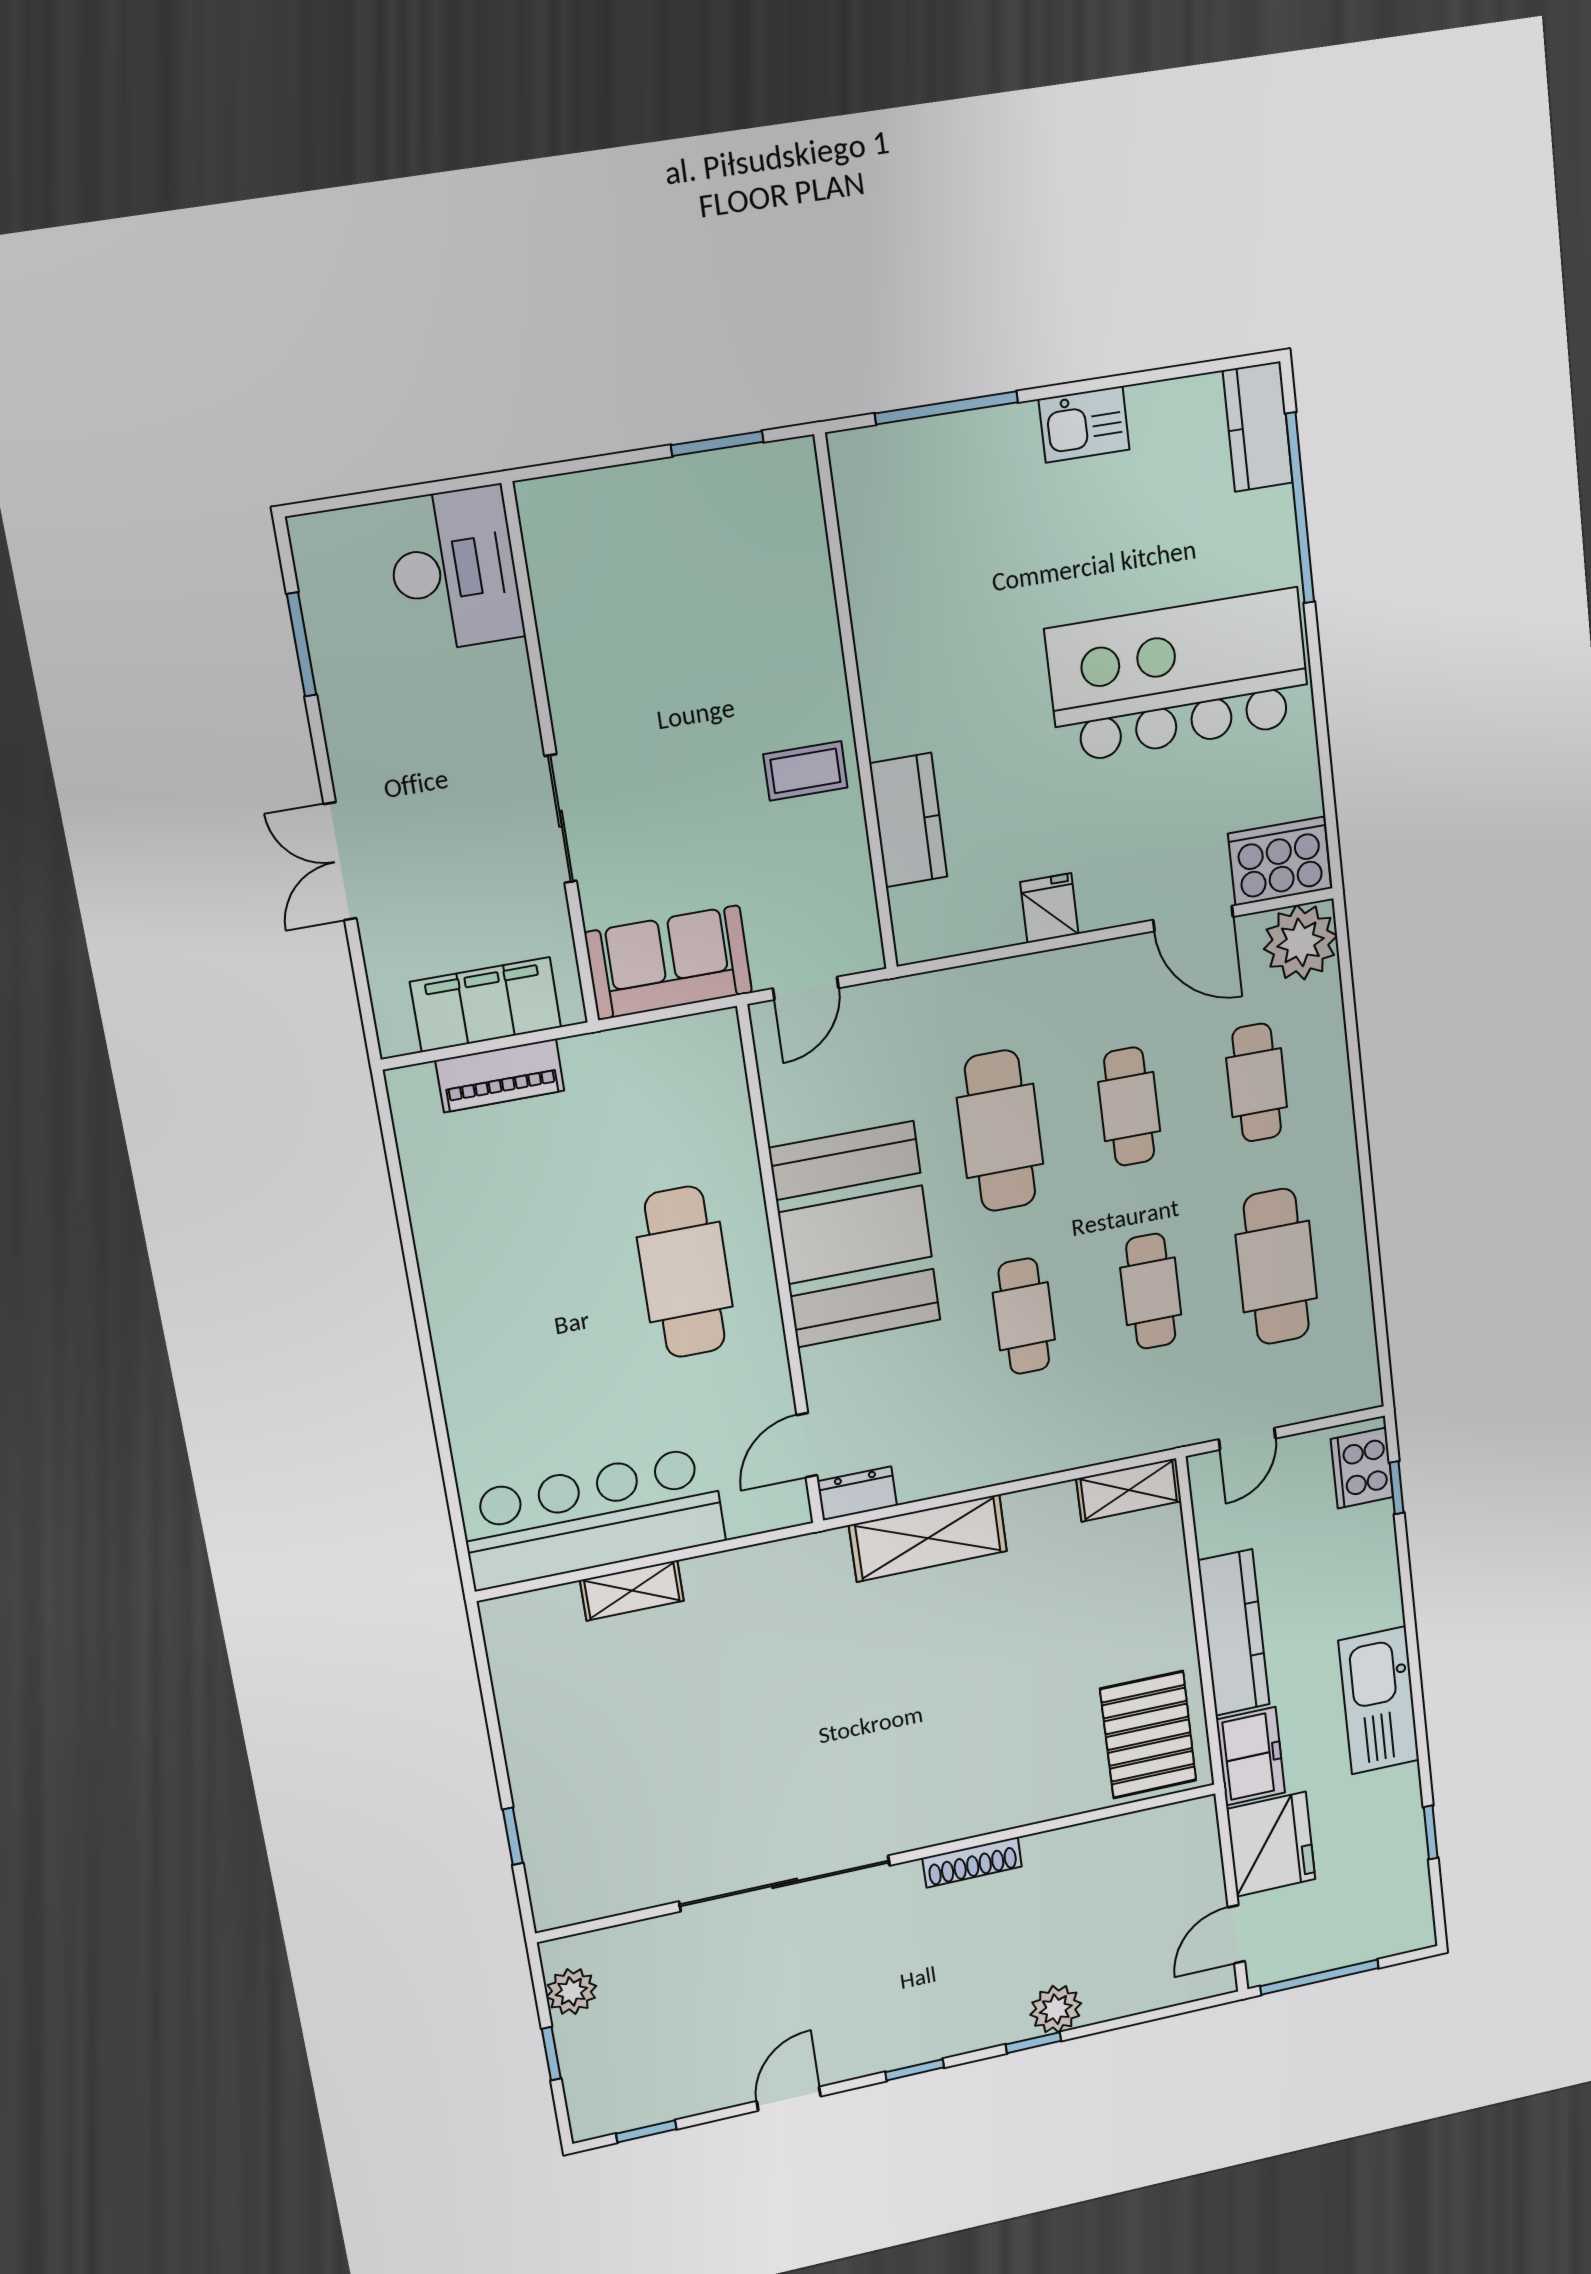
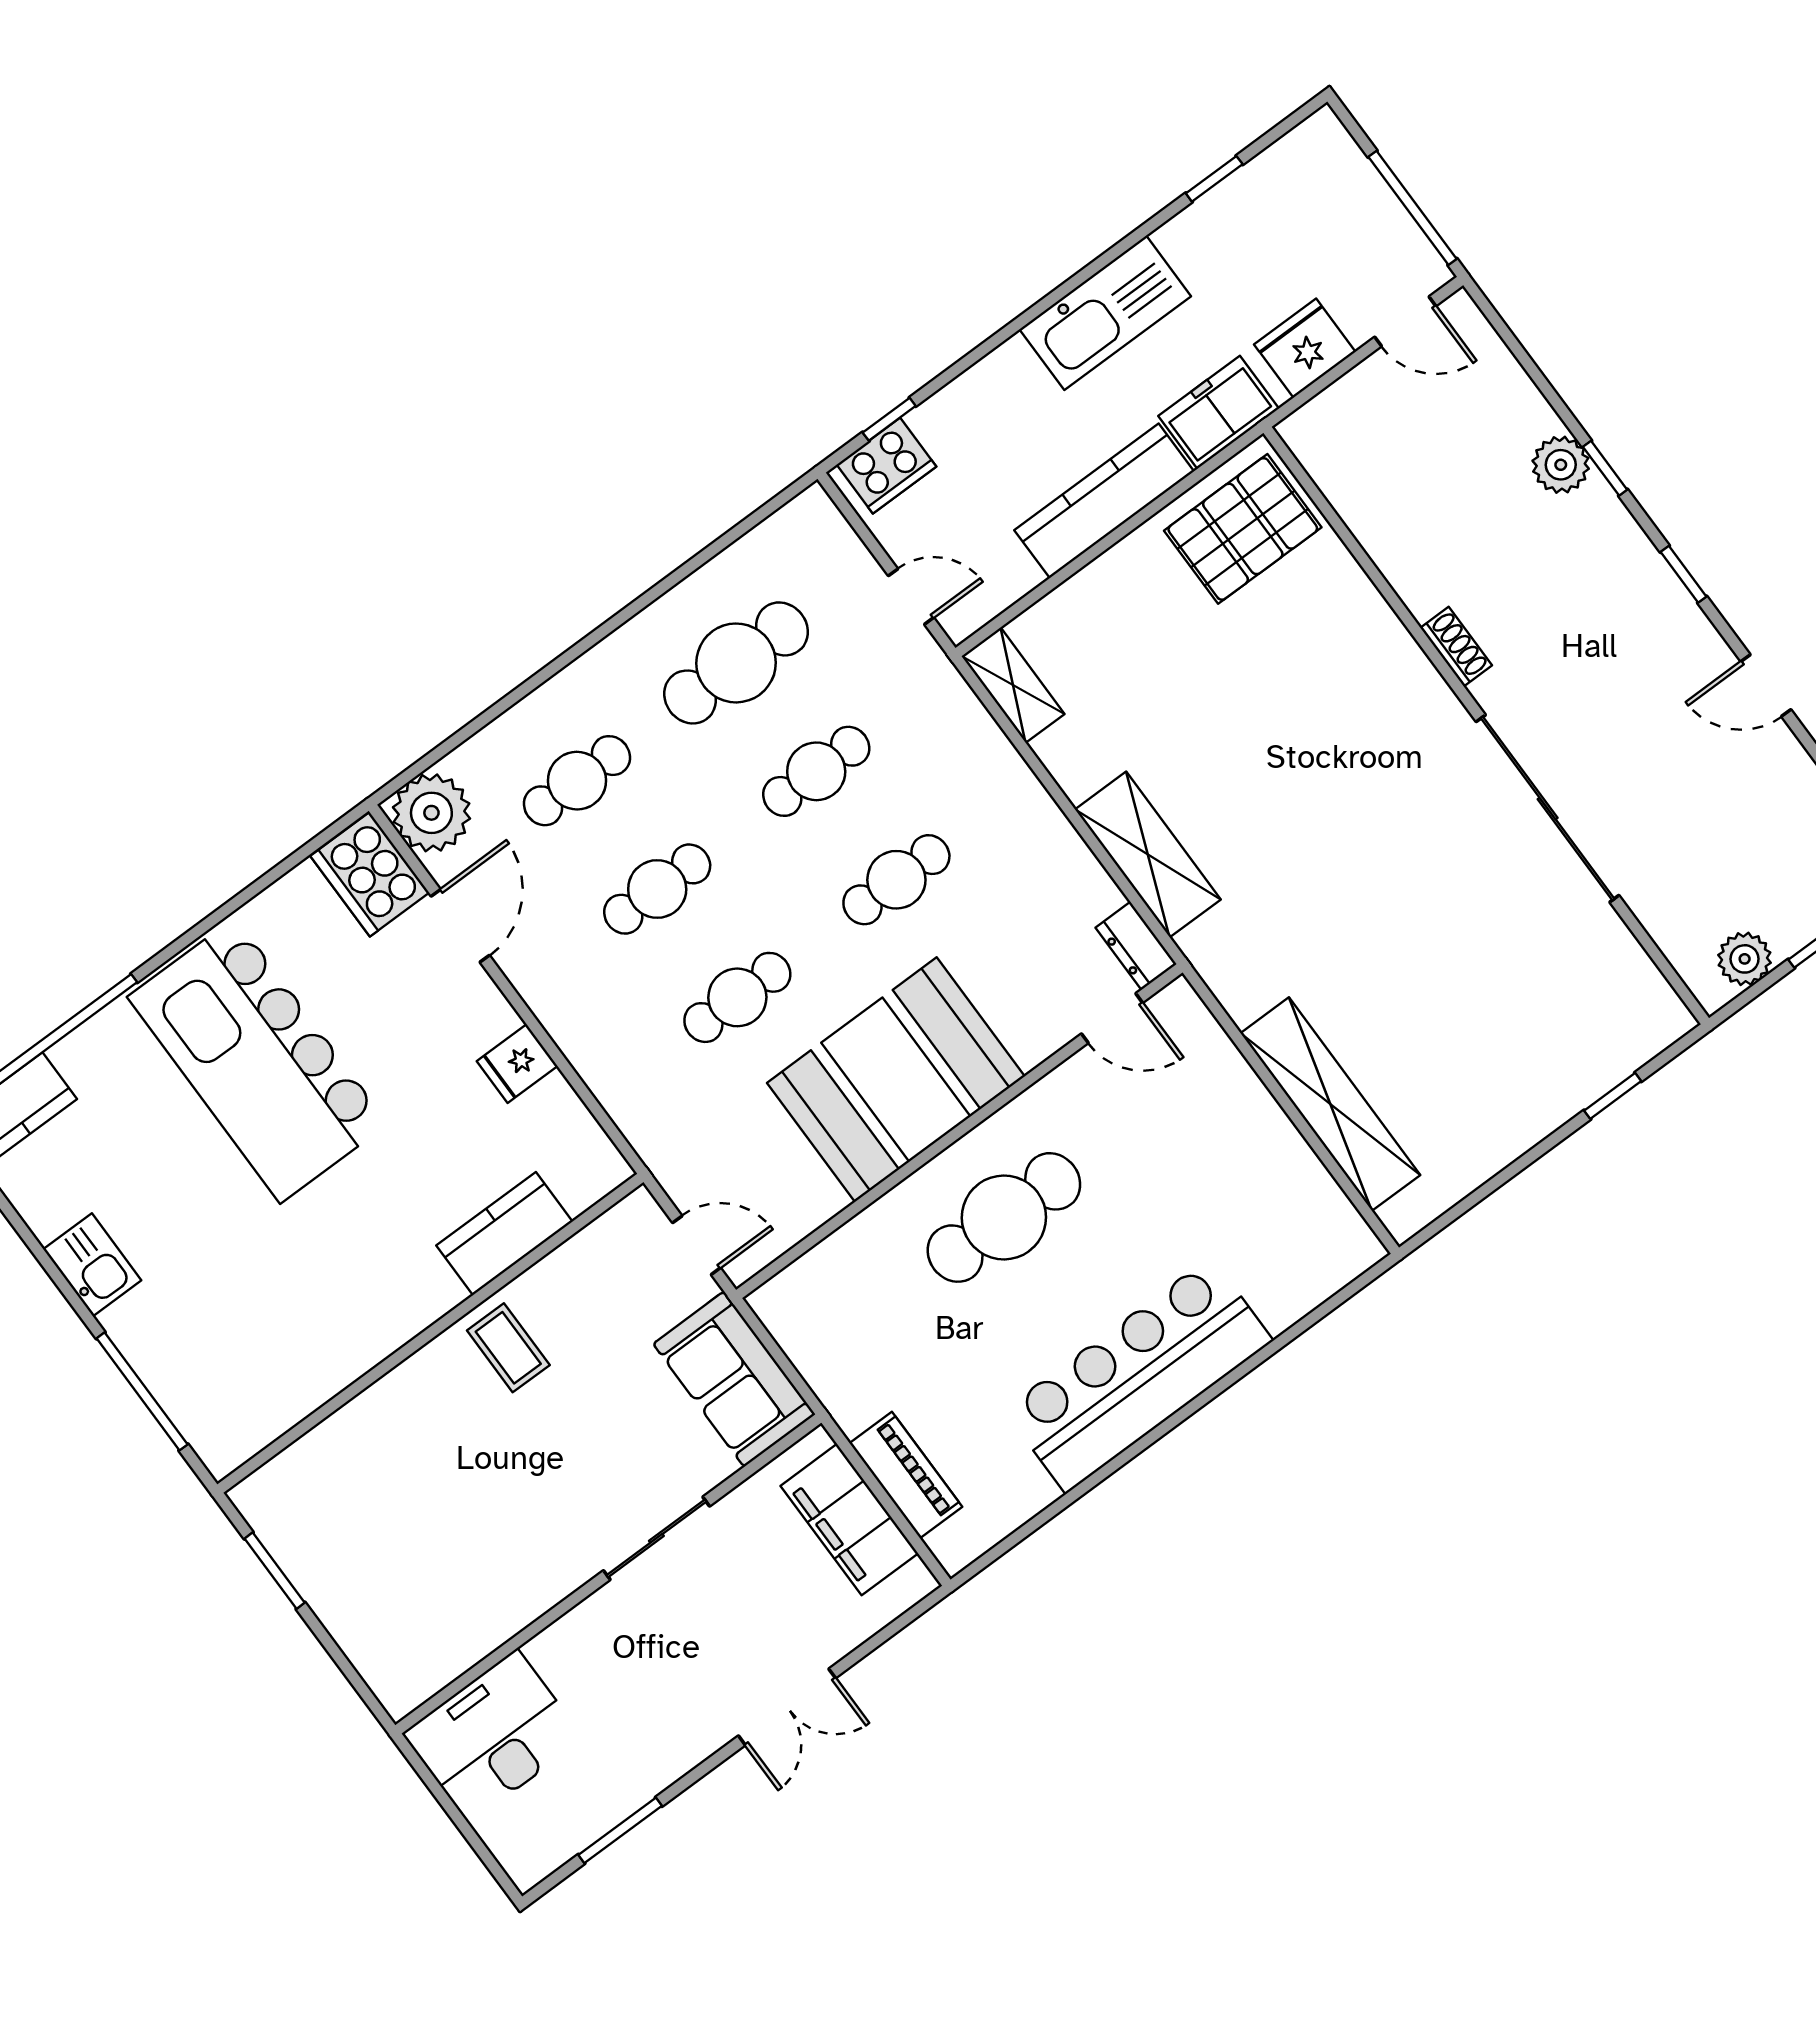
cafe table: (1000, 1131) -> (737, 997), width x0.73, depth x0.74
bar counter: (593, 1518) -> (1138, 1375), moved, turned 90
shelving: (632, 1590) -> (1330, 1104), width x2.20, depth x1.33
fridge: (1271, 1844) -> (1305, 348), width x0.73, depth x0.75
shoe rack: (972, 1862) -> (1456, 647), width x0.70

